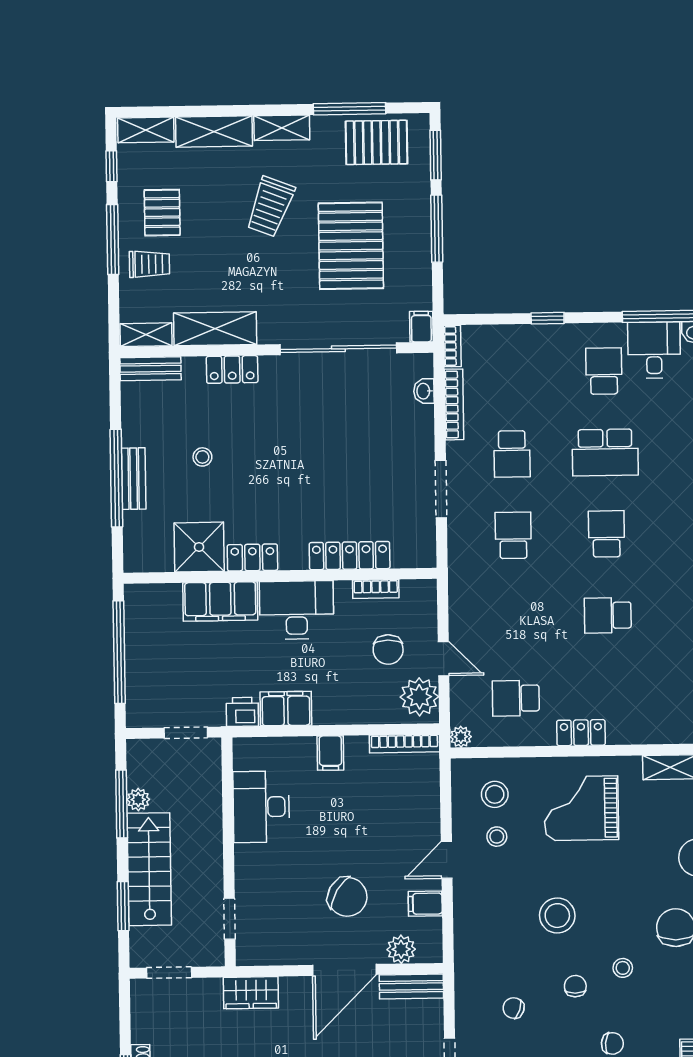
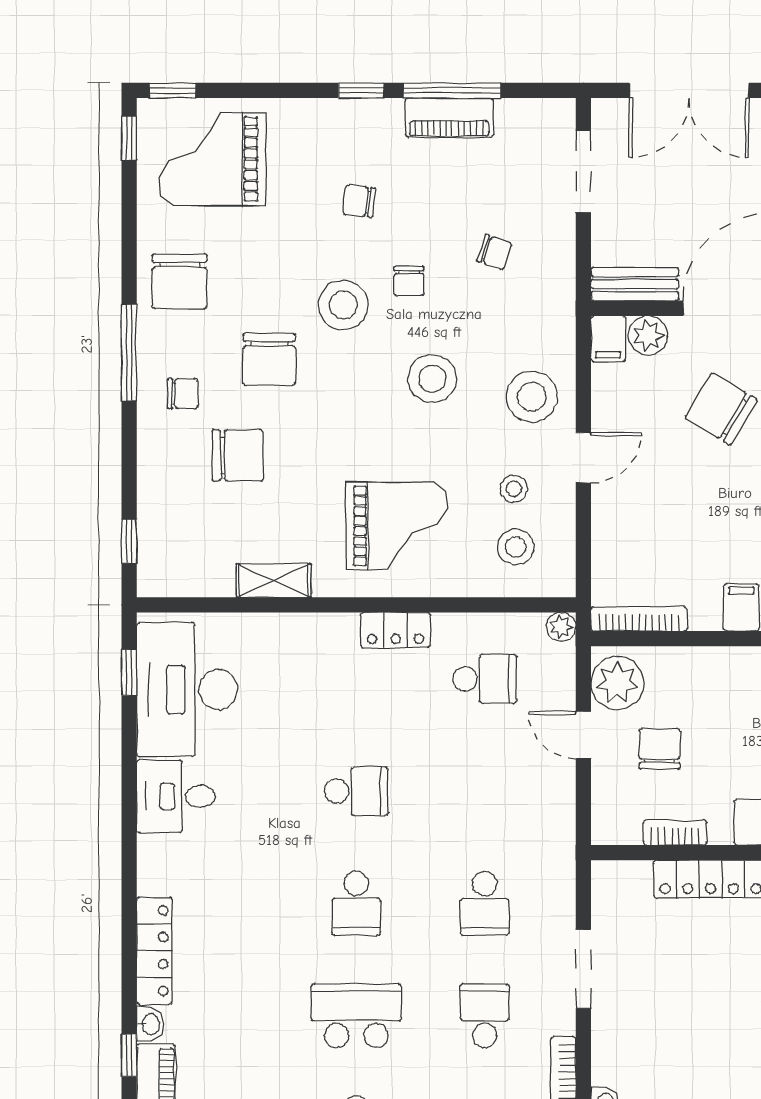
filing cabinet: (425, 904) -> (608, 339), moved, turned 90
stool: (485, 904) -> (532, 397), added
stool: (623, 968) -> (343, 305), width x1.89, depth x1.89

